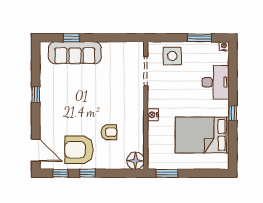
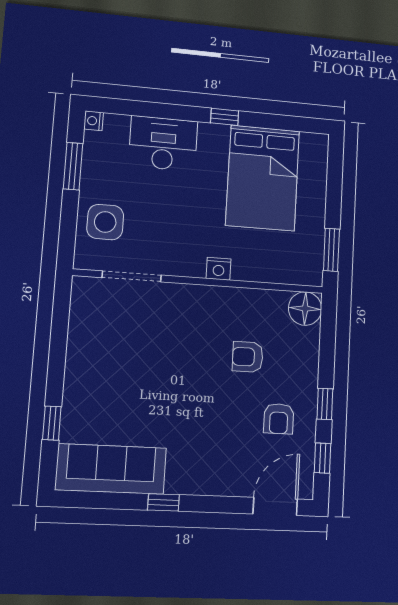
sofa: (75, 53) -> (111, 469), moved, turned -90
armchair: (109, 132) -> (248, 357), turned -90
armchair: (79, 150) -> (279, 419), width x0.53, depth x0.53

